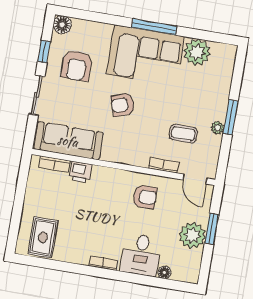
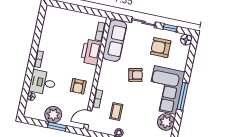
armchair: (123, 105) -> (135, 75), turned 99
printer: (80, 172) -> (91, 52), width x1.87, depth x1.48
rug: (43, 237) -> (56, 23), removed

